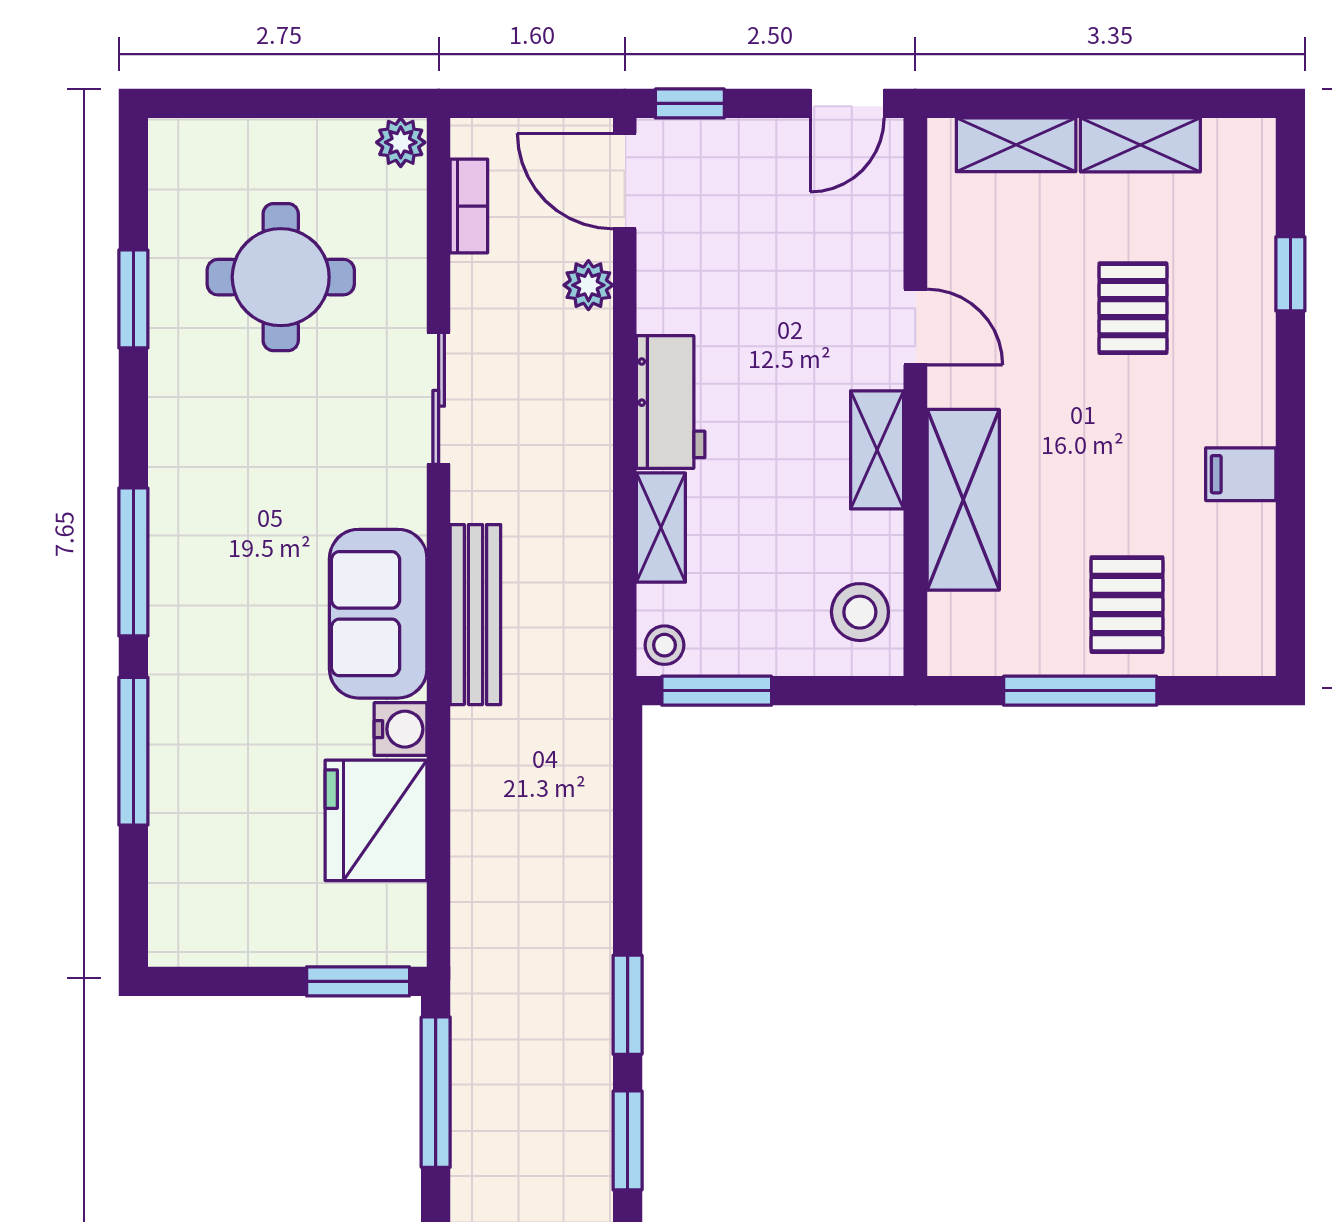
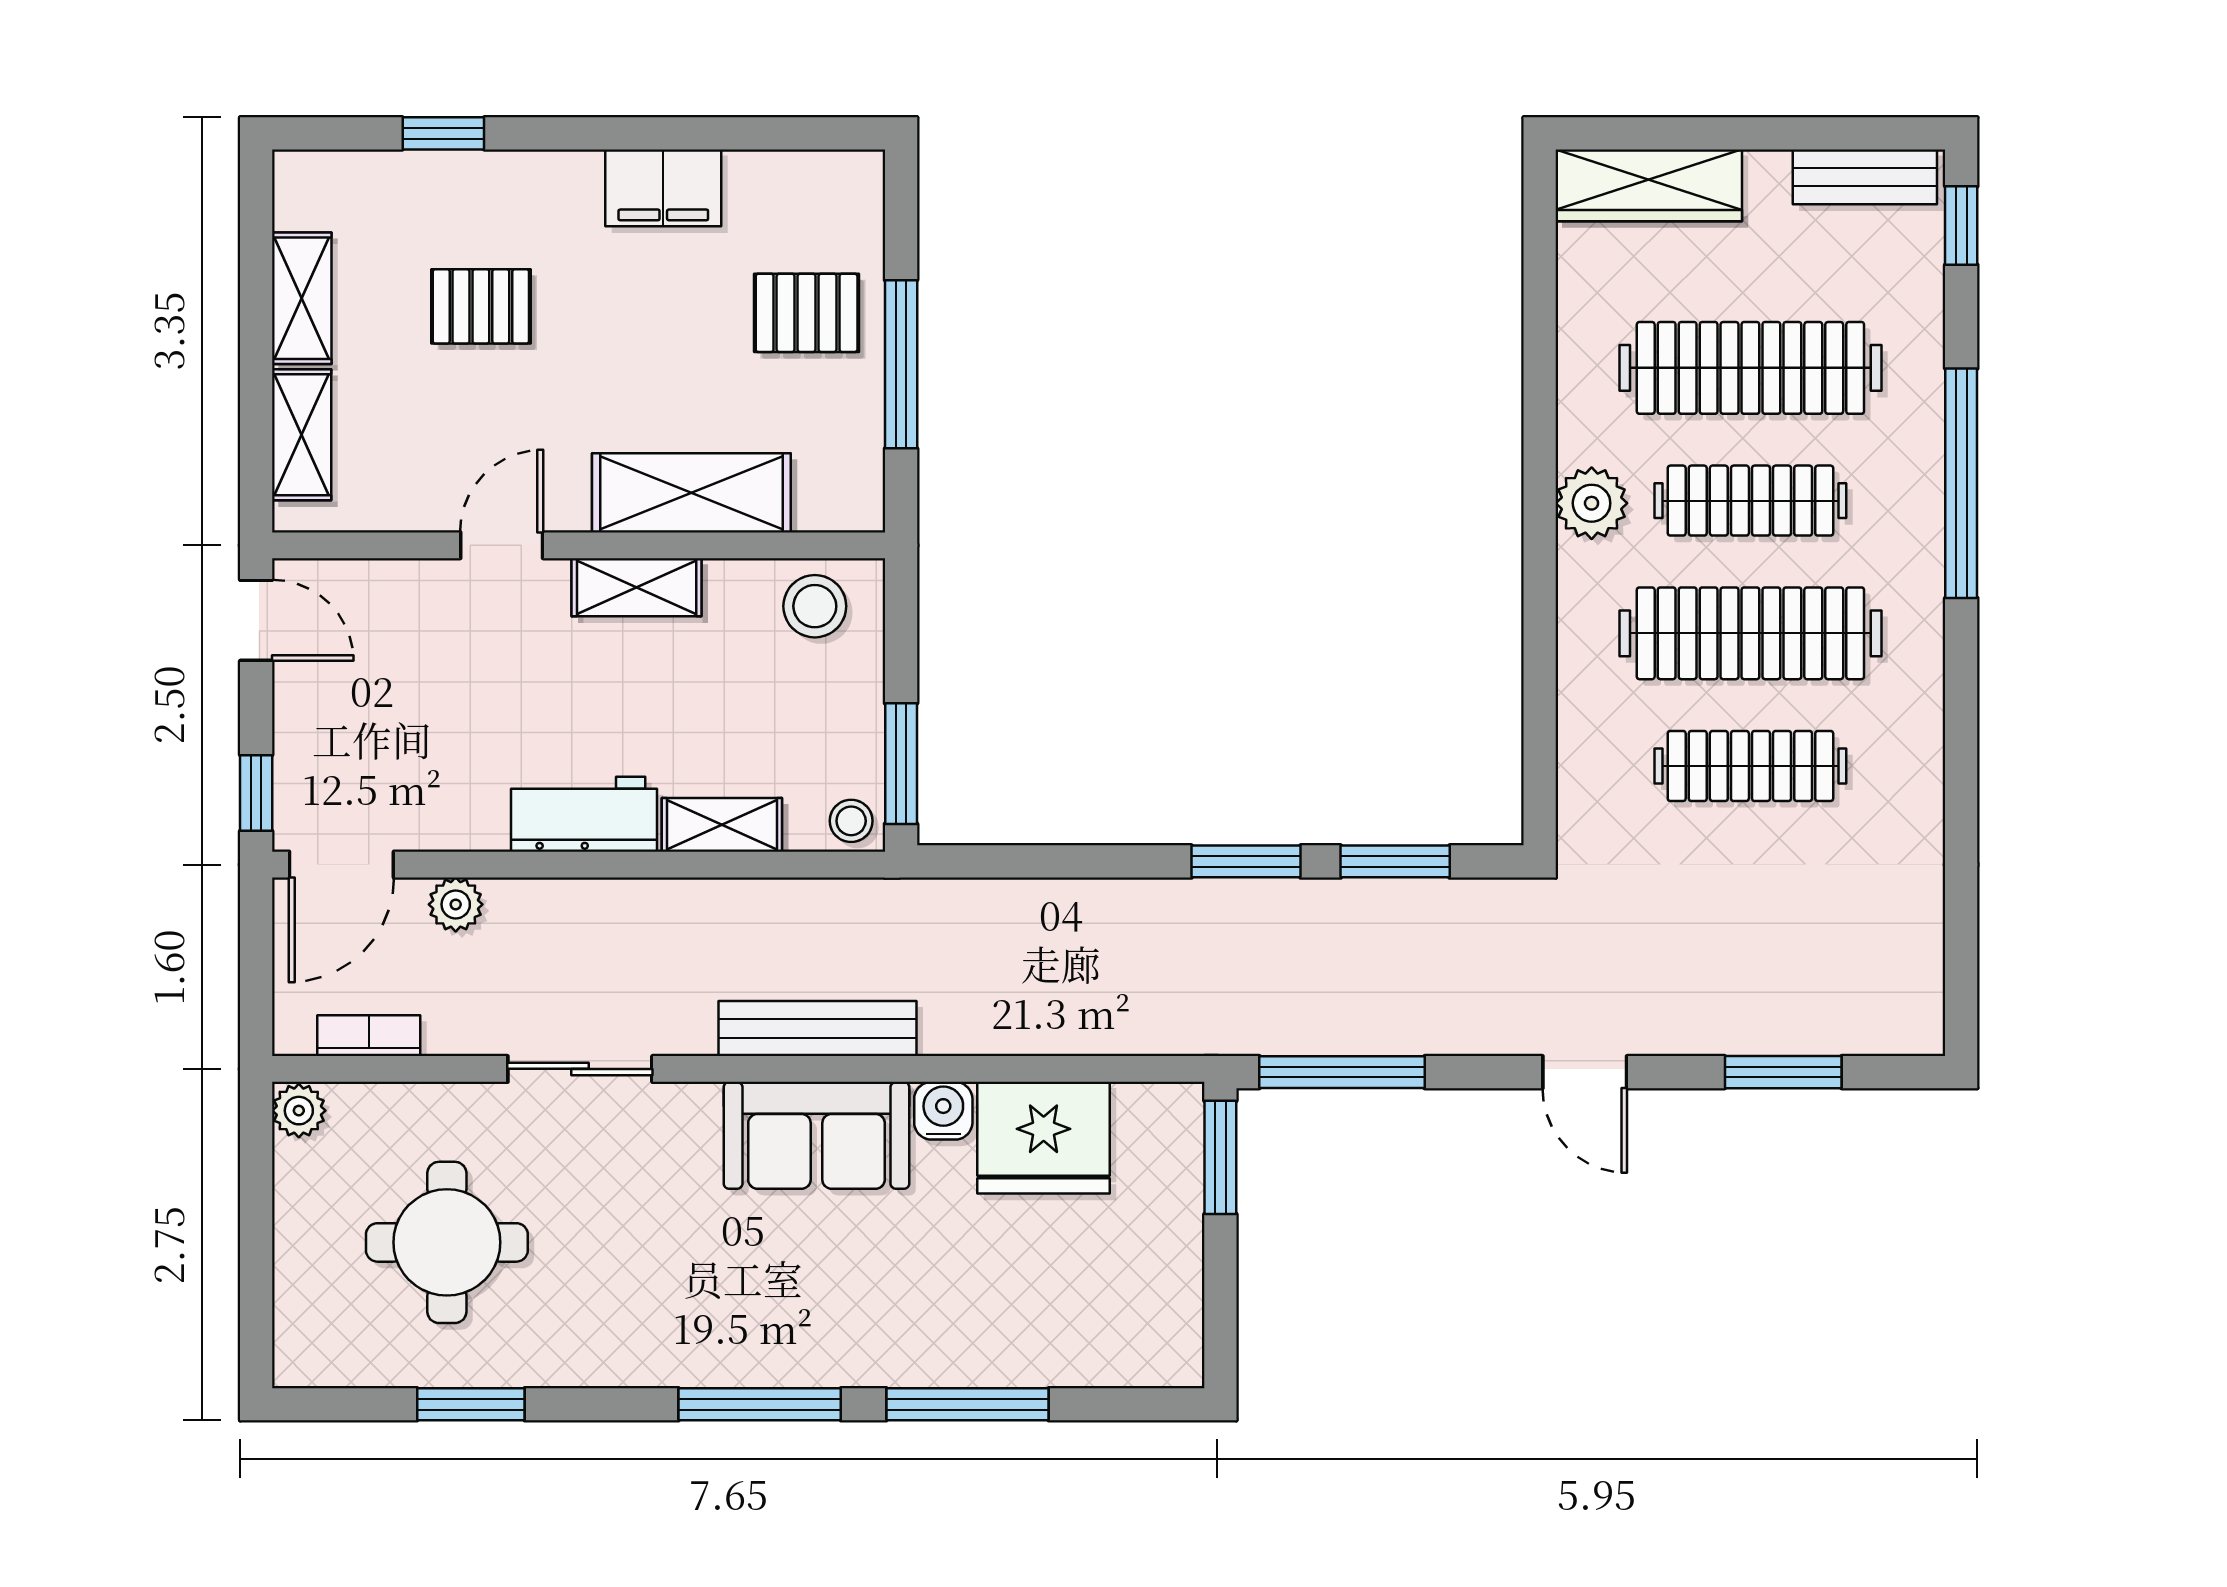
filing cabinet: (1241, 474) -> (663, 188), width x2.00

